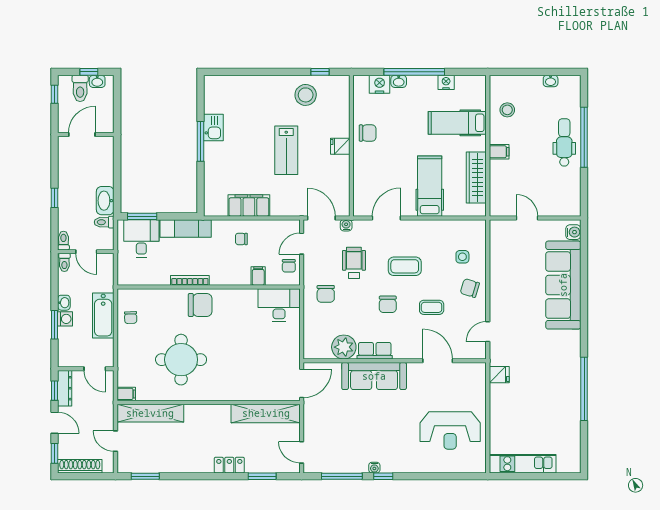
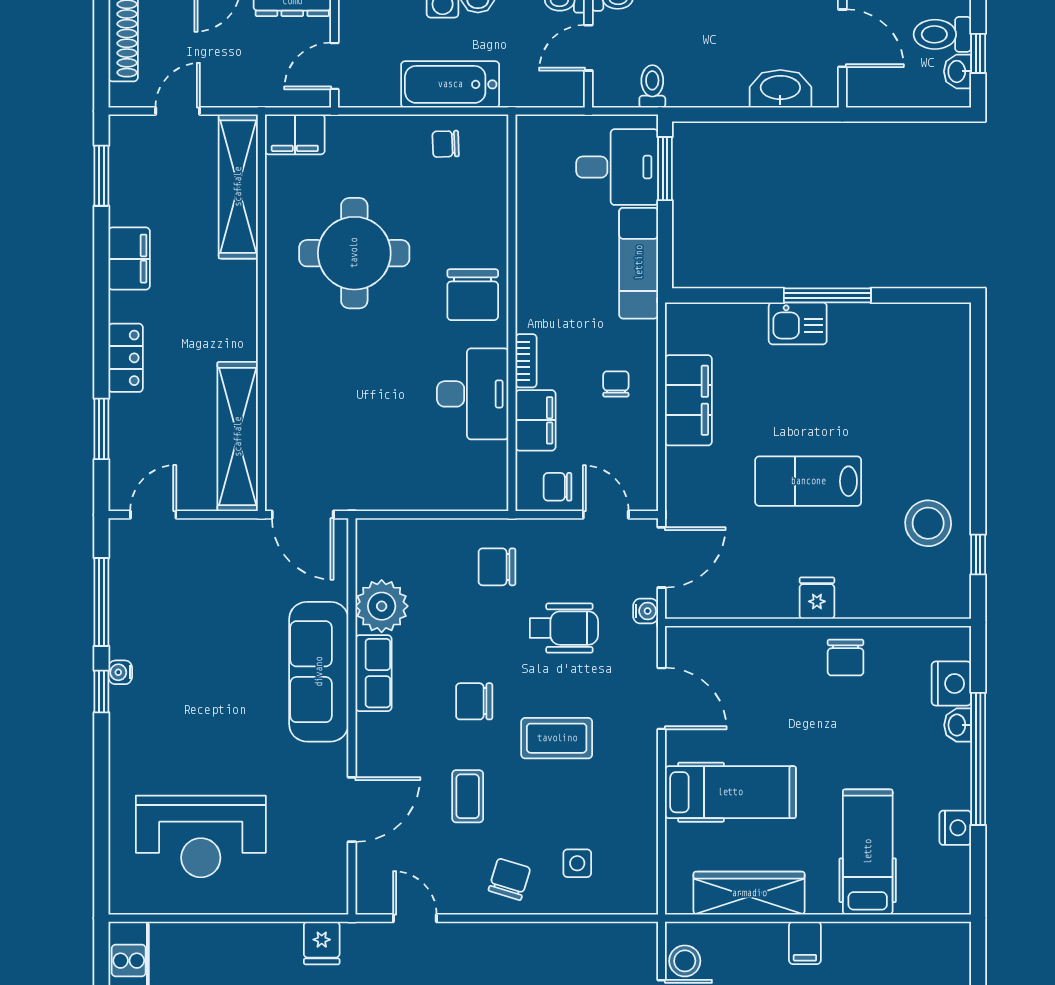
stool: (507, 110) -> (685, 961), moved
kitchen sink: (213, 128) -> (798, 323), moved
washbasin: (105, 201) -> (780, 89), moved
coffee table: (405, 266) -> (557, 738), turned 90
filing cabinet: (258, 276) -> (536, 420), width x2.00
bookcase: (190, 280) -> (526, 361), moved, width x0.64
desk: (279, 305) -> (473, 394), moved
filing cabinet: (126, 394) -> (295, 134), width x2.00
reception desk: (450, 430) -> (201, 836), turned -90
filing cabinet: (184, 463) -> (129, 259), added

